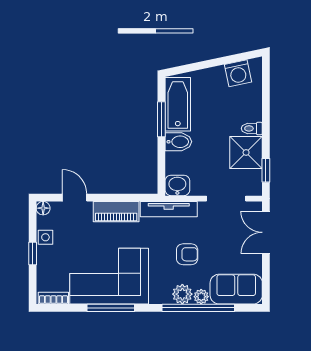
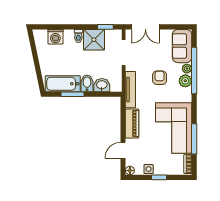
washing machine: (238, 73) -> (55, 37), moved, turned 102
washbasin: (177, 185) -> (102, 85), moved, turned 90
window: (111, 308) -> (194, 139), moved

